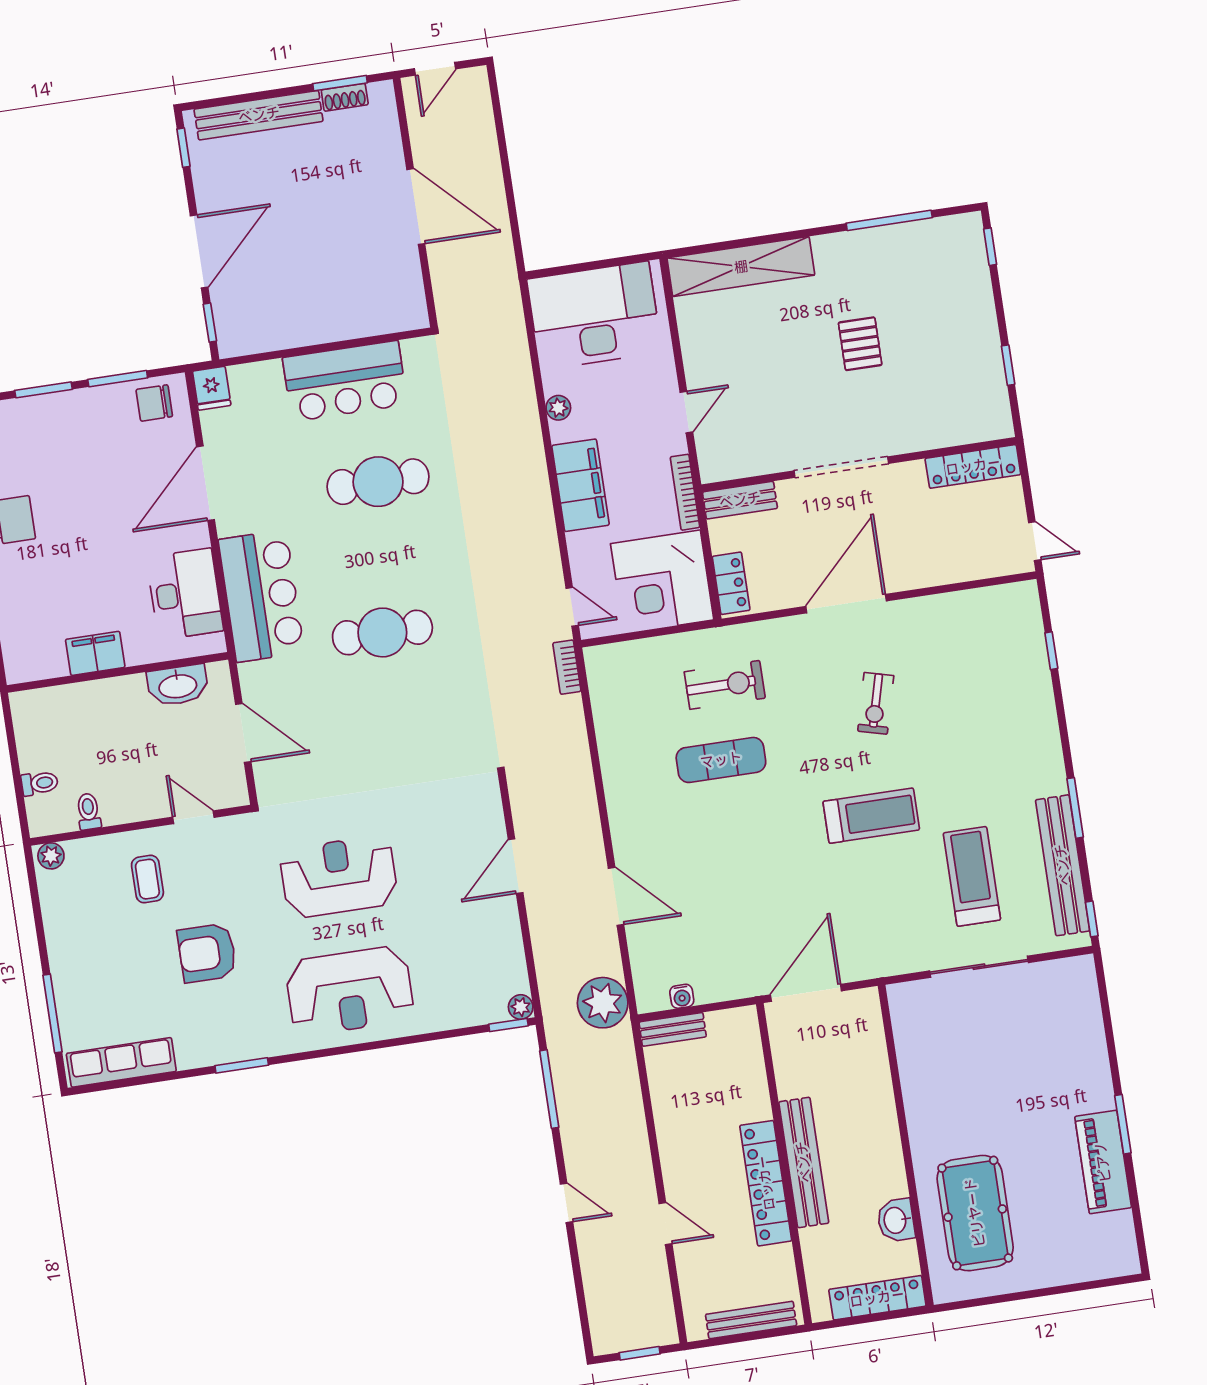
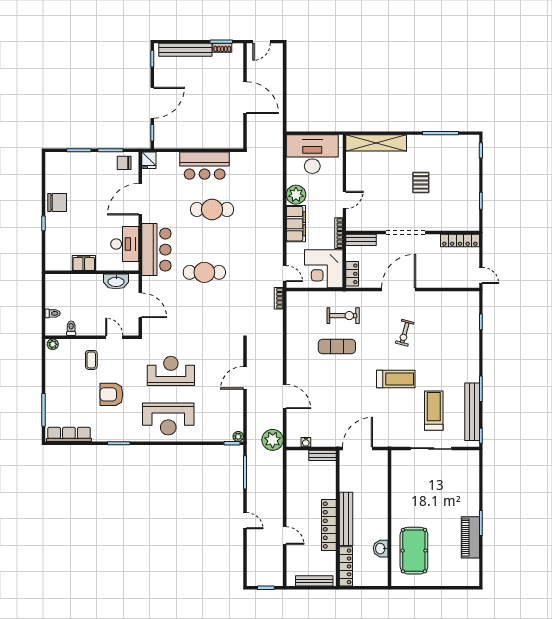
plant: (558, 408) -> (296, 195), width x1.88, depth x1.88
bench: (673, 1029) -> (323, 455), moved
locker: (877, 1298) -> (346, 566), moved, turned 90

